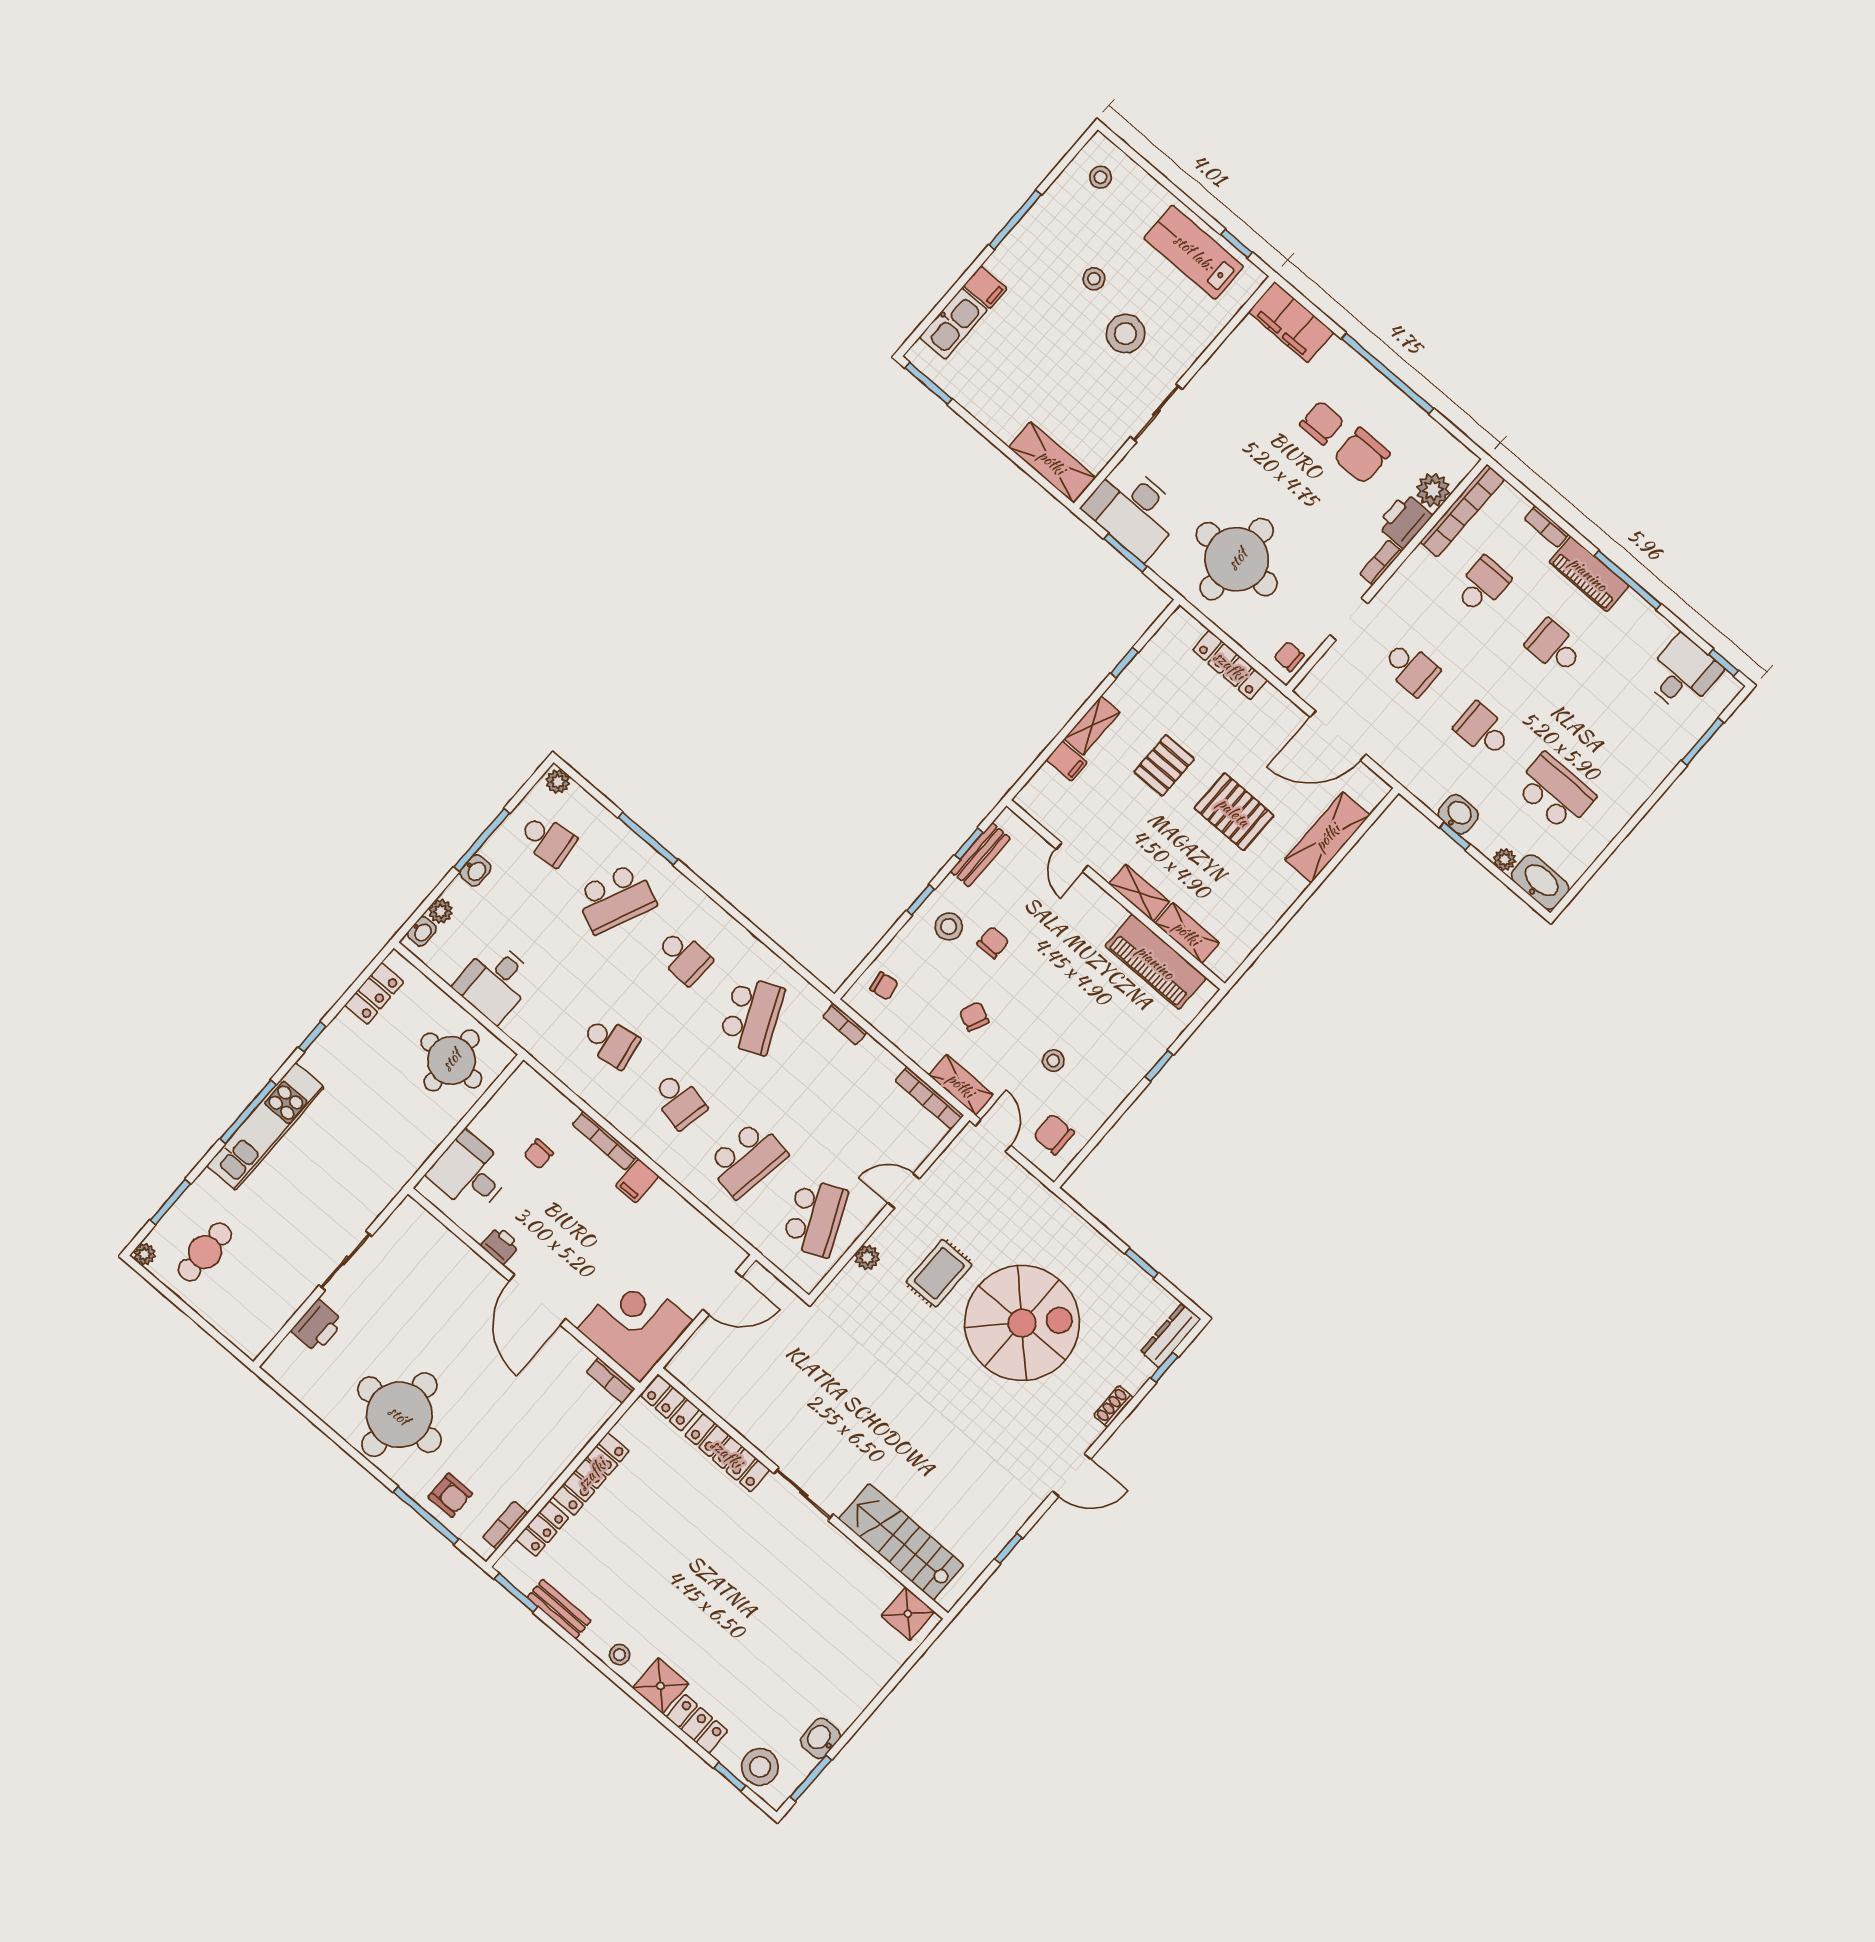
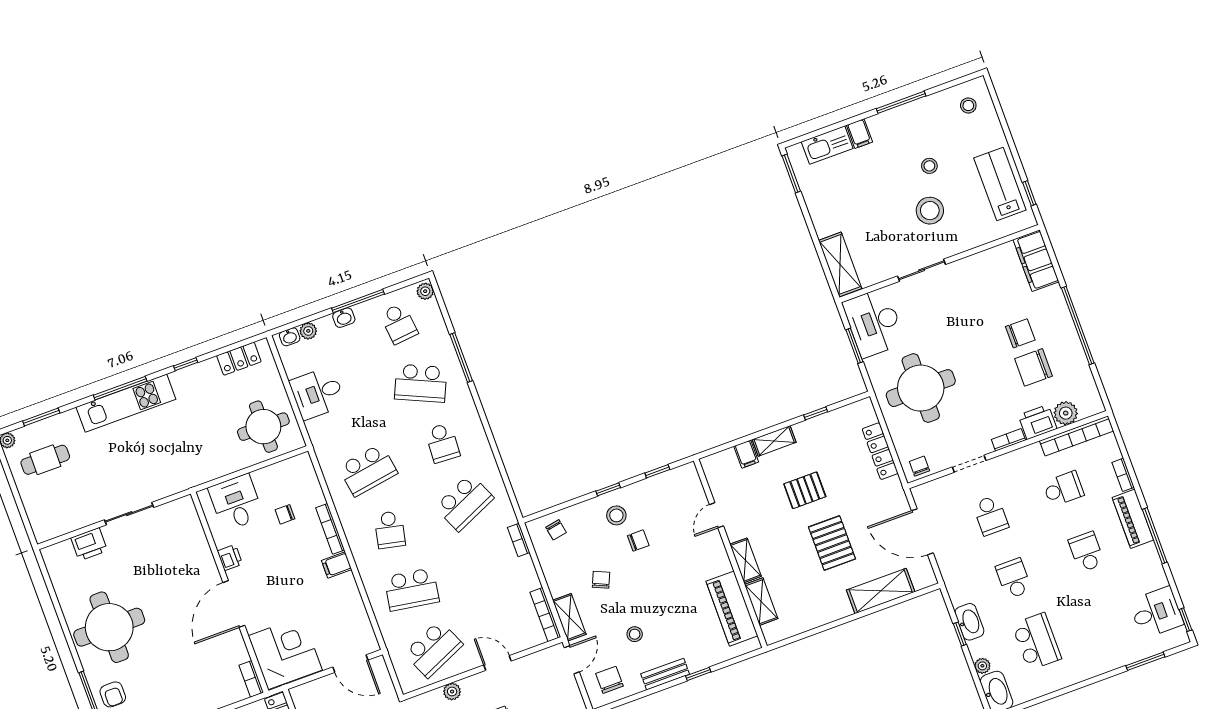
washbasin: (1458, 814) -> (969, 622), width x1.38
bench: (980, 855) -> (665, 674), moved
school desk: (611, 1042) -> (368, 470), width x1.85

